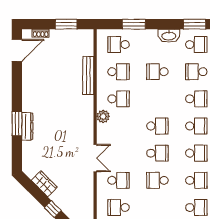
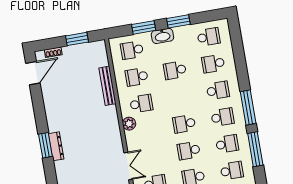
window: (195, 24) -> (178, 21), moved
washbasin: (169, 36) -> (162, 36), moved
school desk: (119, 72) -> (137, 77), turned 180
school desk: (157, 126) -> (184, 124), turned 180
school desk: (157, 153) -> (189, 151), turned 180

